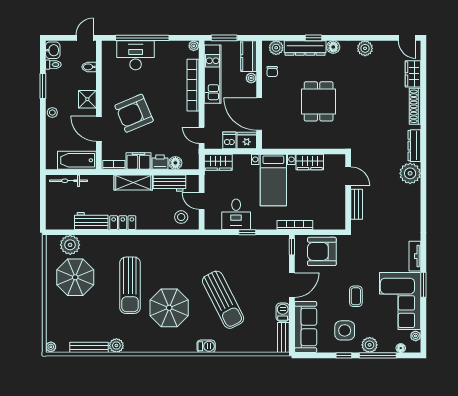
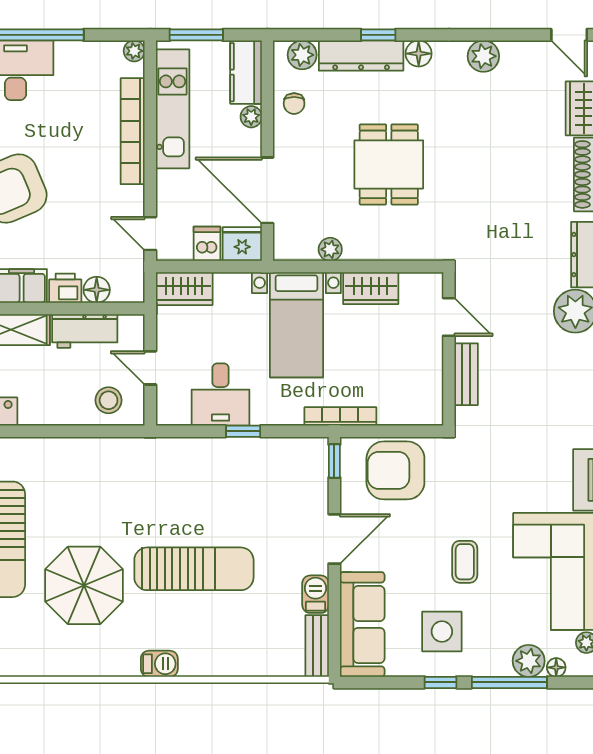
plant: (290, 143) -> (330, 249), added
sun lounger: (223, 300) -> (194, 569), turned -63
plant: (370, 345) -> (529, 661), moved

